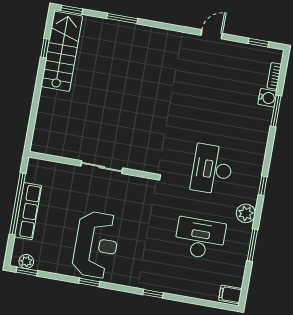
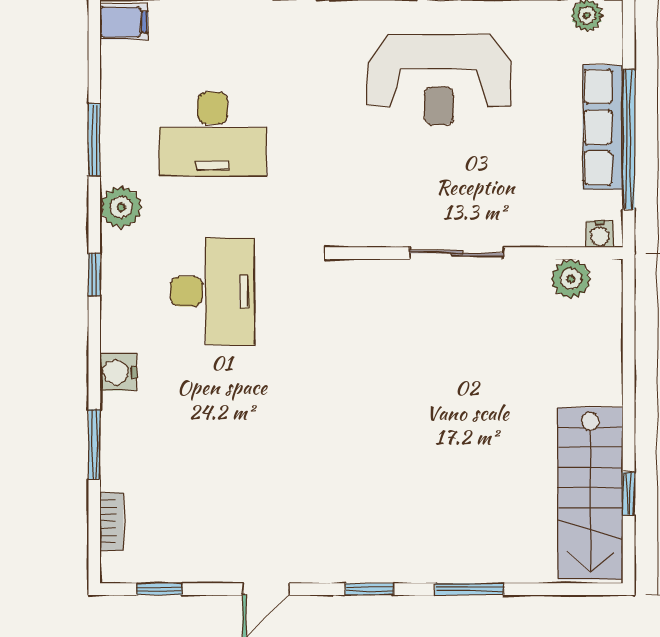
window: (72, 10) -> (369, 589), moved
water cooler: (267, 98) -> (118, 372), moved
plant: (54, 147) -> (571, 279), added
water cooler: (38, 164) -> (600, 234), added
reception desk: (96, 245) -> (439, 80), turned -90

